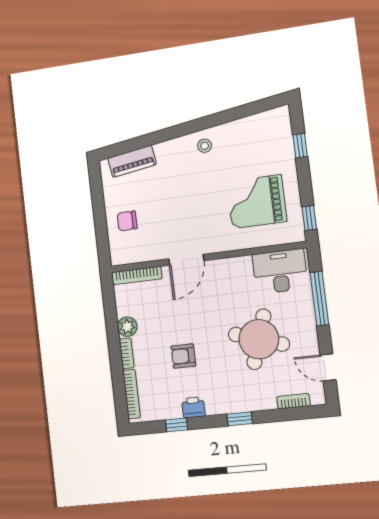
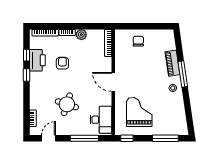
window: (177, 131) -> (183, 74), added
window: (300, 146) -> (165, 138), width x2.17
piano: (132, 161) -> (172, 63), moved
door: (186, 260) -> (113, 82), moved
round table: (259, 339) -> (67, 104), width x0.73, depth x0.73
printer: (193, 407) -> (37, 60), width x1.87, depth x1.48
window: (240, 419) -> (26, 75), moved

